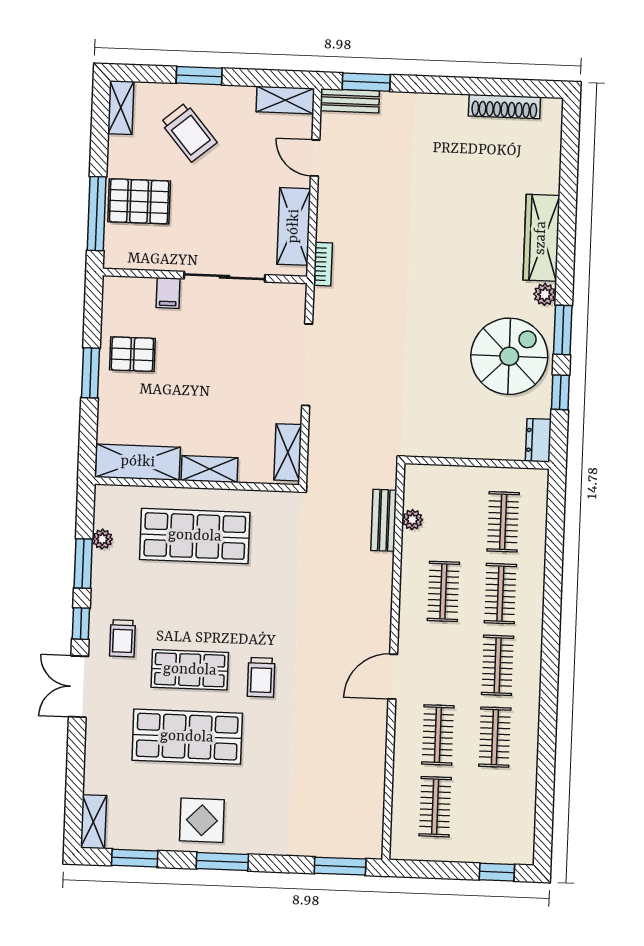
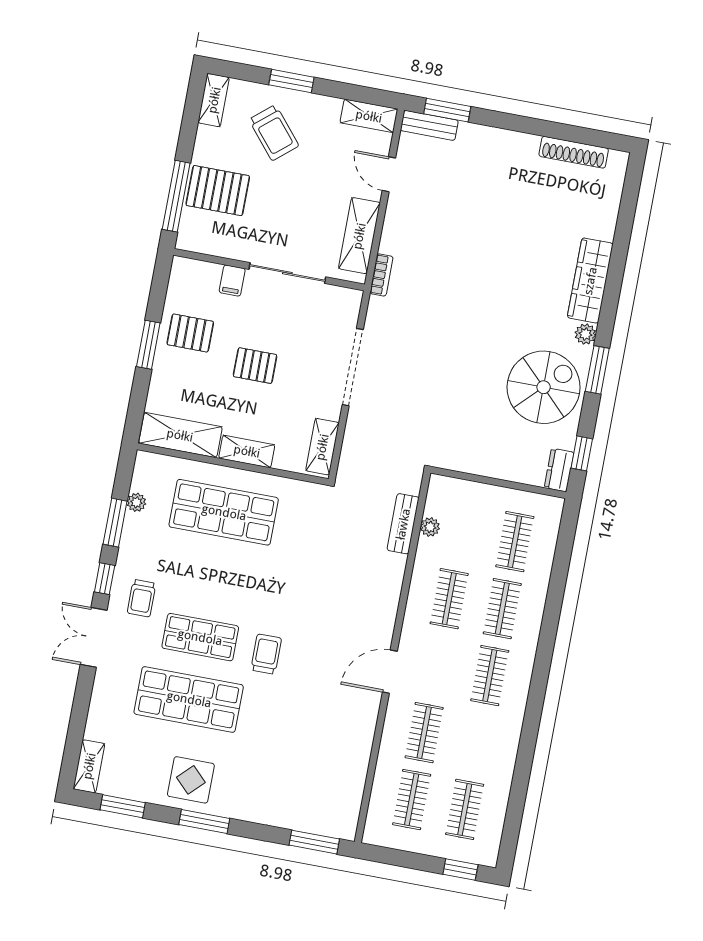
pallet: (205, 378) -> (255, 366), added
window: (560, 392) -> (582, 453), moved
trolley: (261, 677) -> (266, 654), turned 180
clothes rail: (495, 737) -> (465, 809), moved

